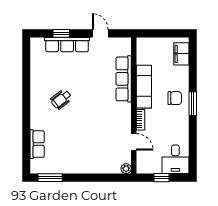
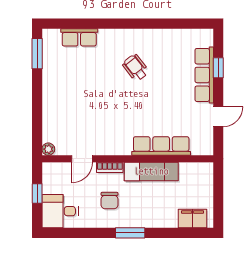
chair: (175, 98) -> (109, 201), moved

